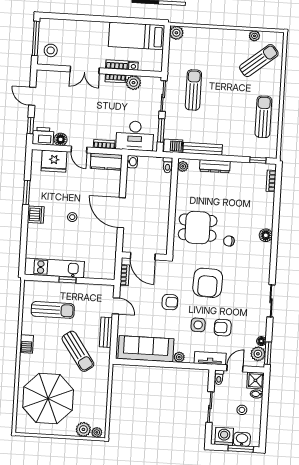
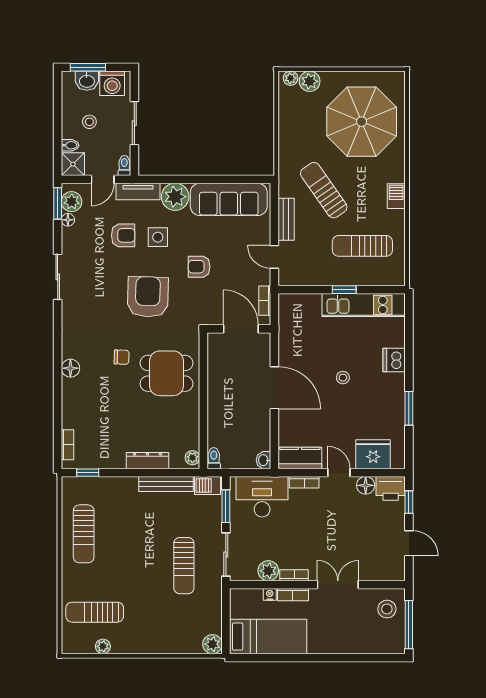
sun lounger: (259, 61) -> (95, 612), turned 39
dishwasher: (36, 215) -> (394, 360), moved
plant: (179, 357) -> (175, 197), width x1.88, depth x1.88

